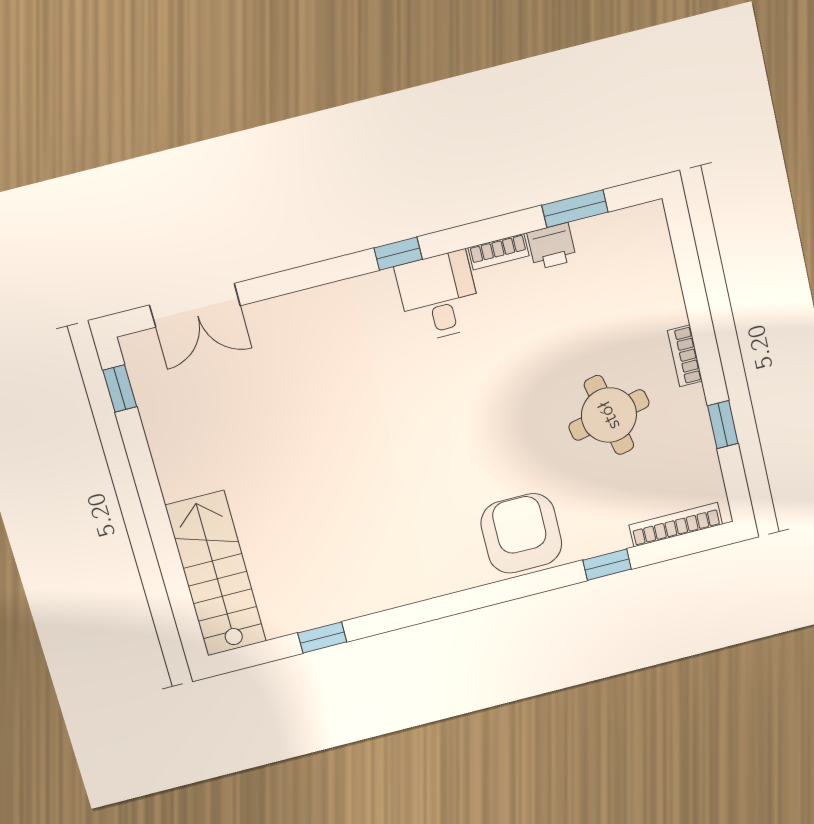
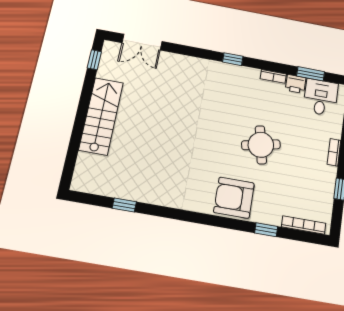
desk: (439, 296) -> (321, 97), moved
round table: (609, 415) -> (261, 145), moved
armchair: (521, 533) -> (234, 198), turned -90
stairs: (216, 574) -> (101, 116), moved

